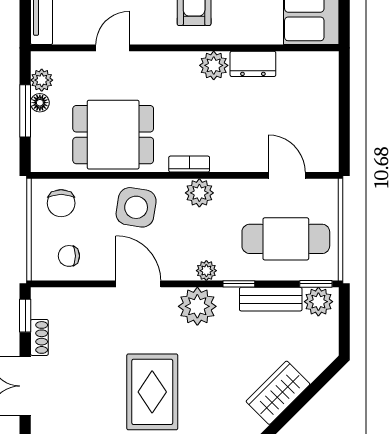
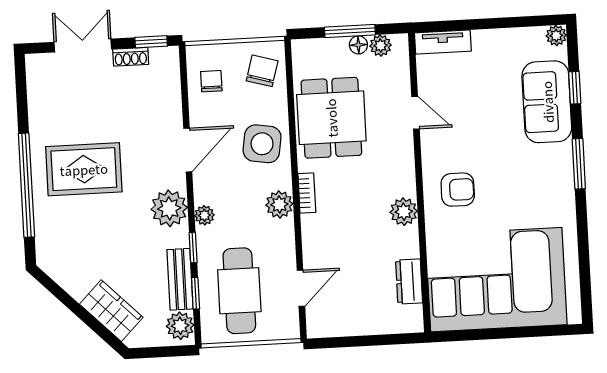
dresser: (253, 64) -> (409, 281), moved
chair: (61, 203) -> (262, 71), turned 106
window: (316, 284) -> (196, 293), moved
wardrobe: (278, 393) -> (111, 311), moved

